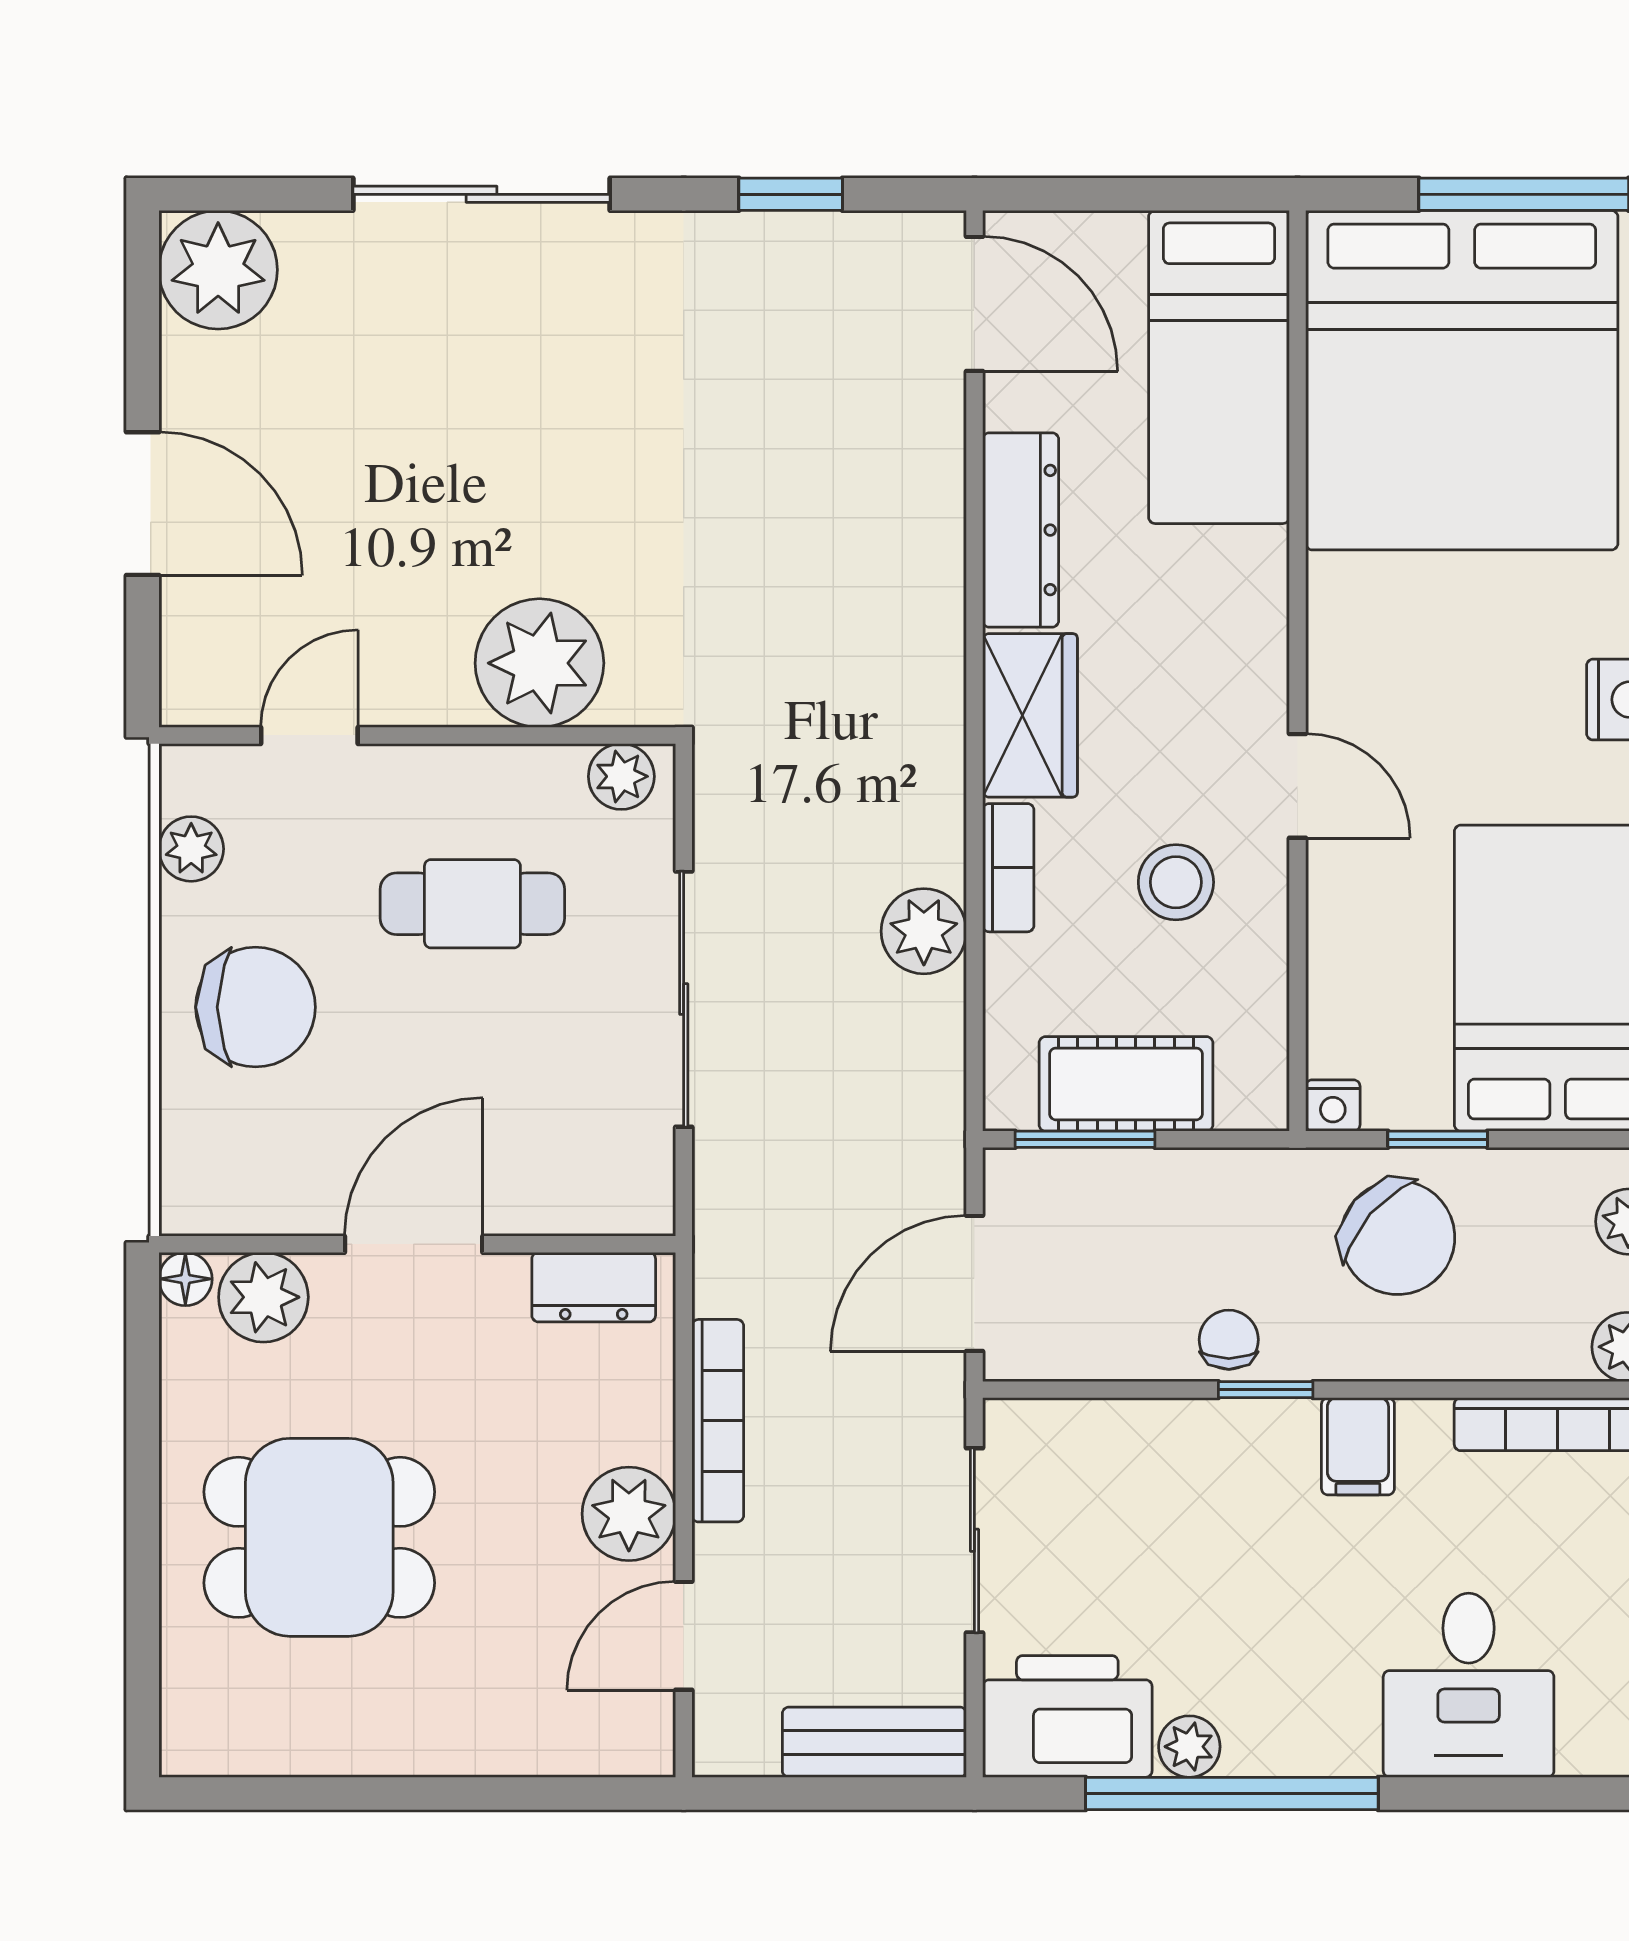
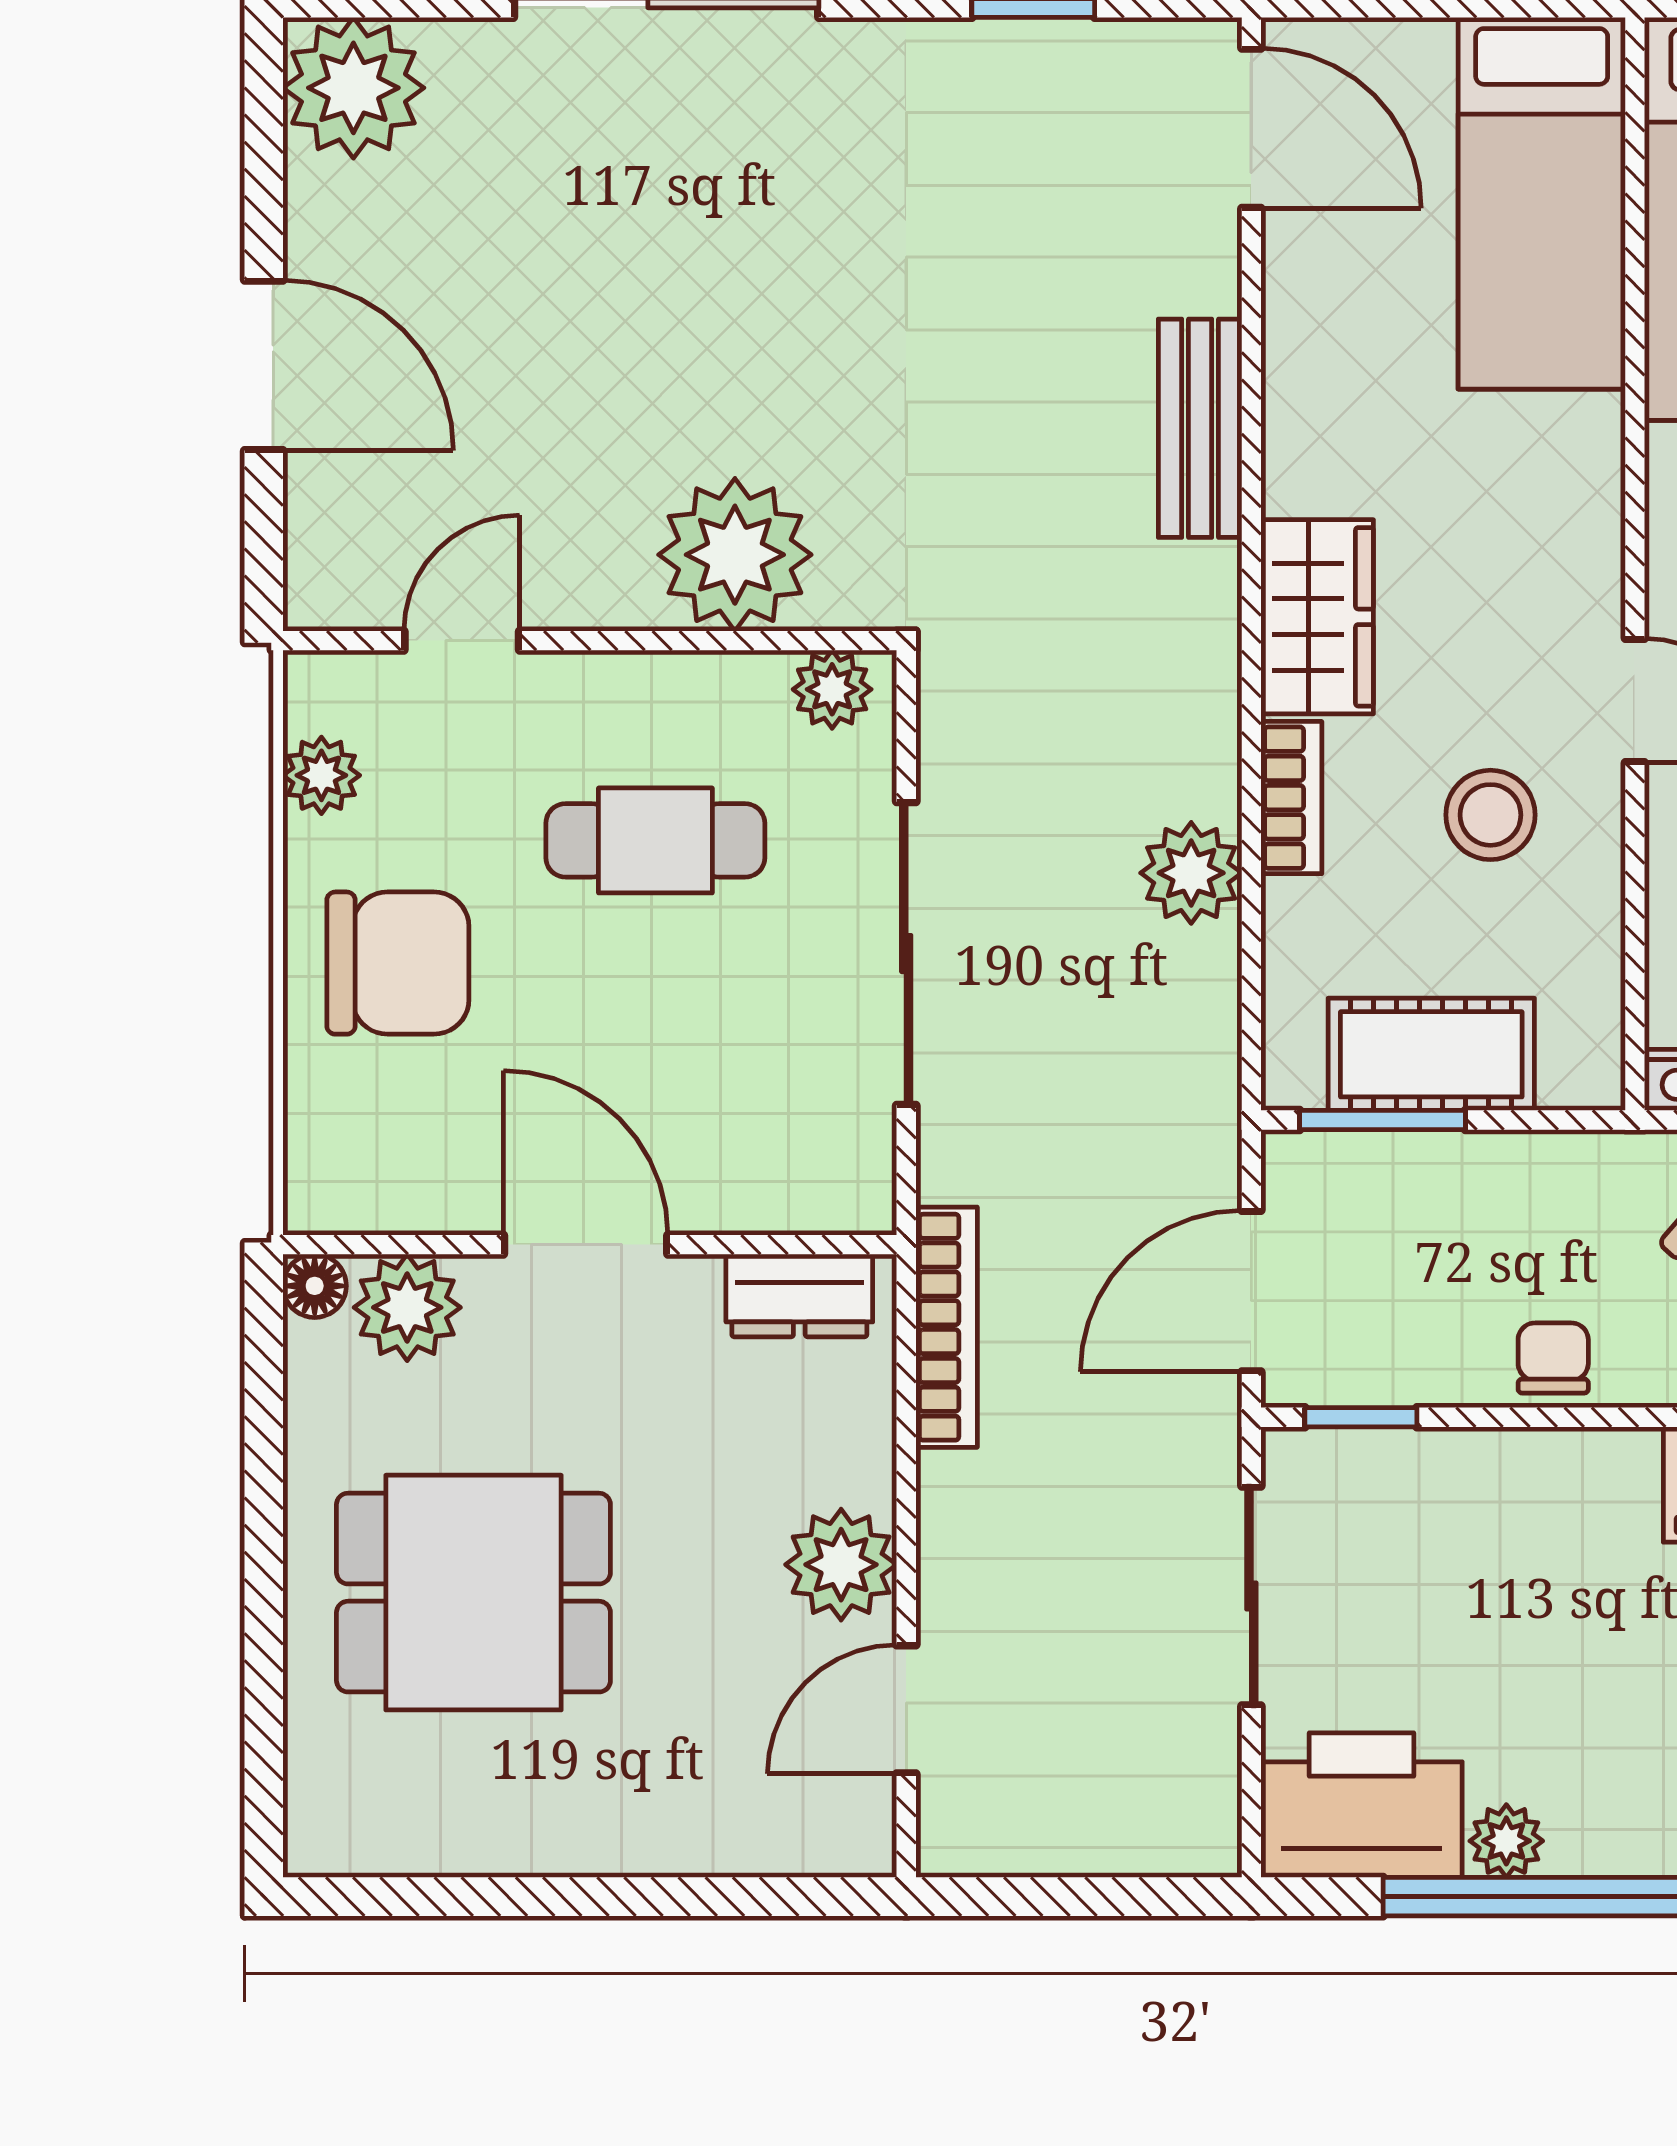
dresser: (1021, 530) -> (1306, 397), removed
door: (414, 1244) -> (586, 1245), hinge flipped
window: (1266, 1390) -> (1361, 1417), moved
bookcase: (718, 1421) -> (947, 1327), moved
bench: (874, 1742) -> (1200, 428), moved, turned 90

